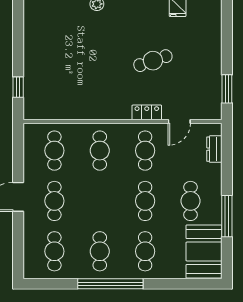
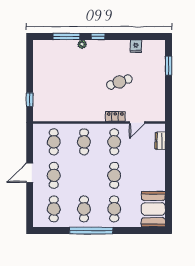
window: (227, 89) -> (169, 66), moved
cafe table: (190, 201) -> (144, 175), removed
window: (227, 216) -> (169, 185), removed

